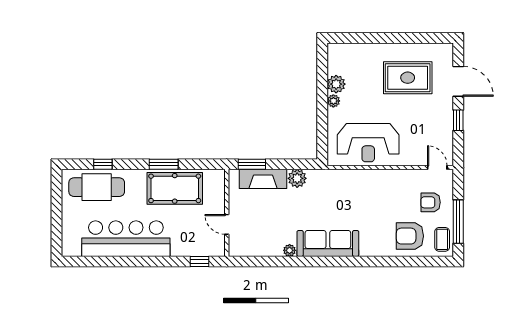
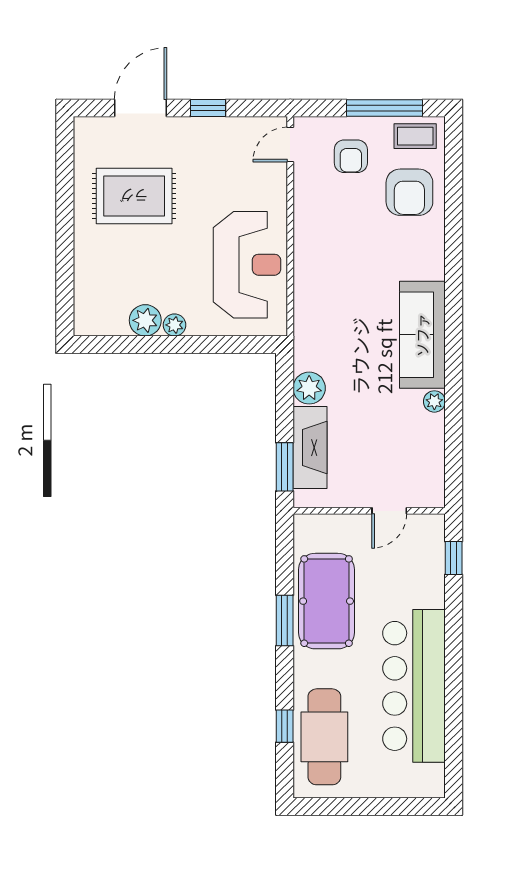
rug: (408, 78) -> (134, 196), turned 90

